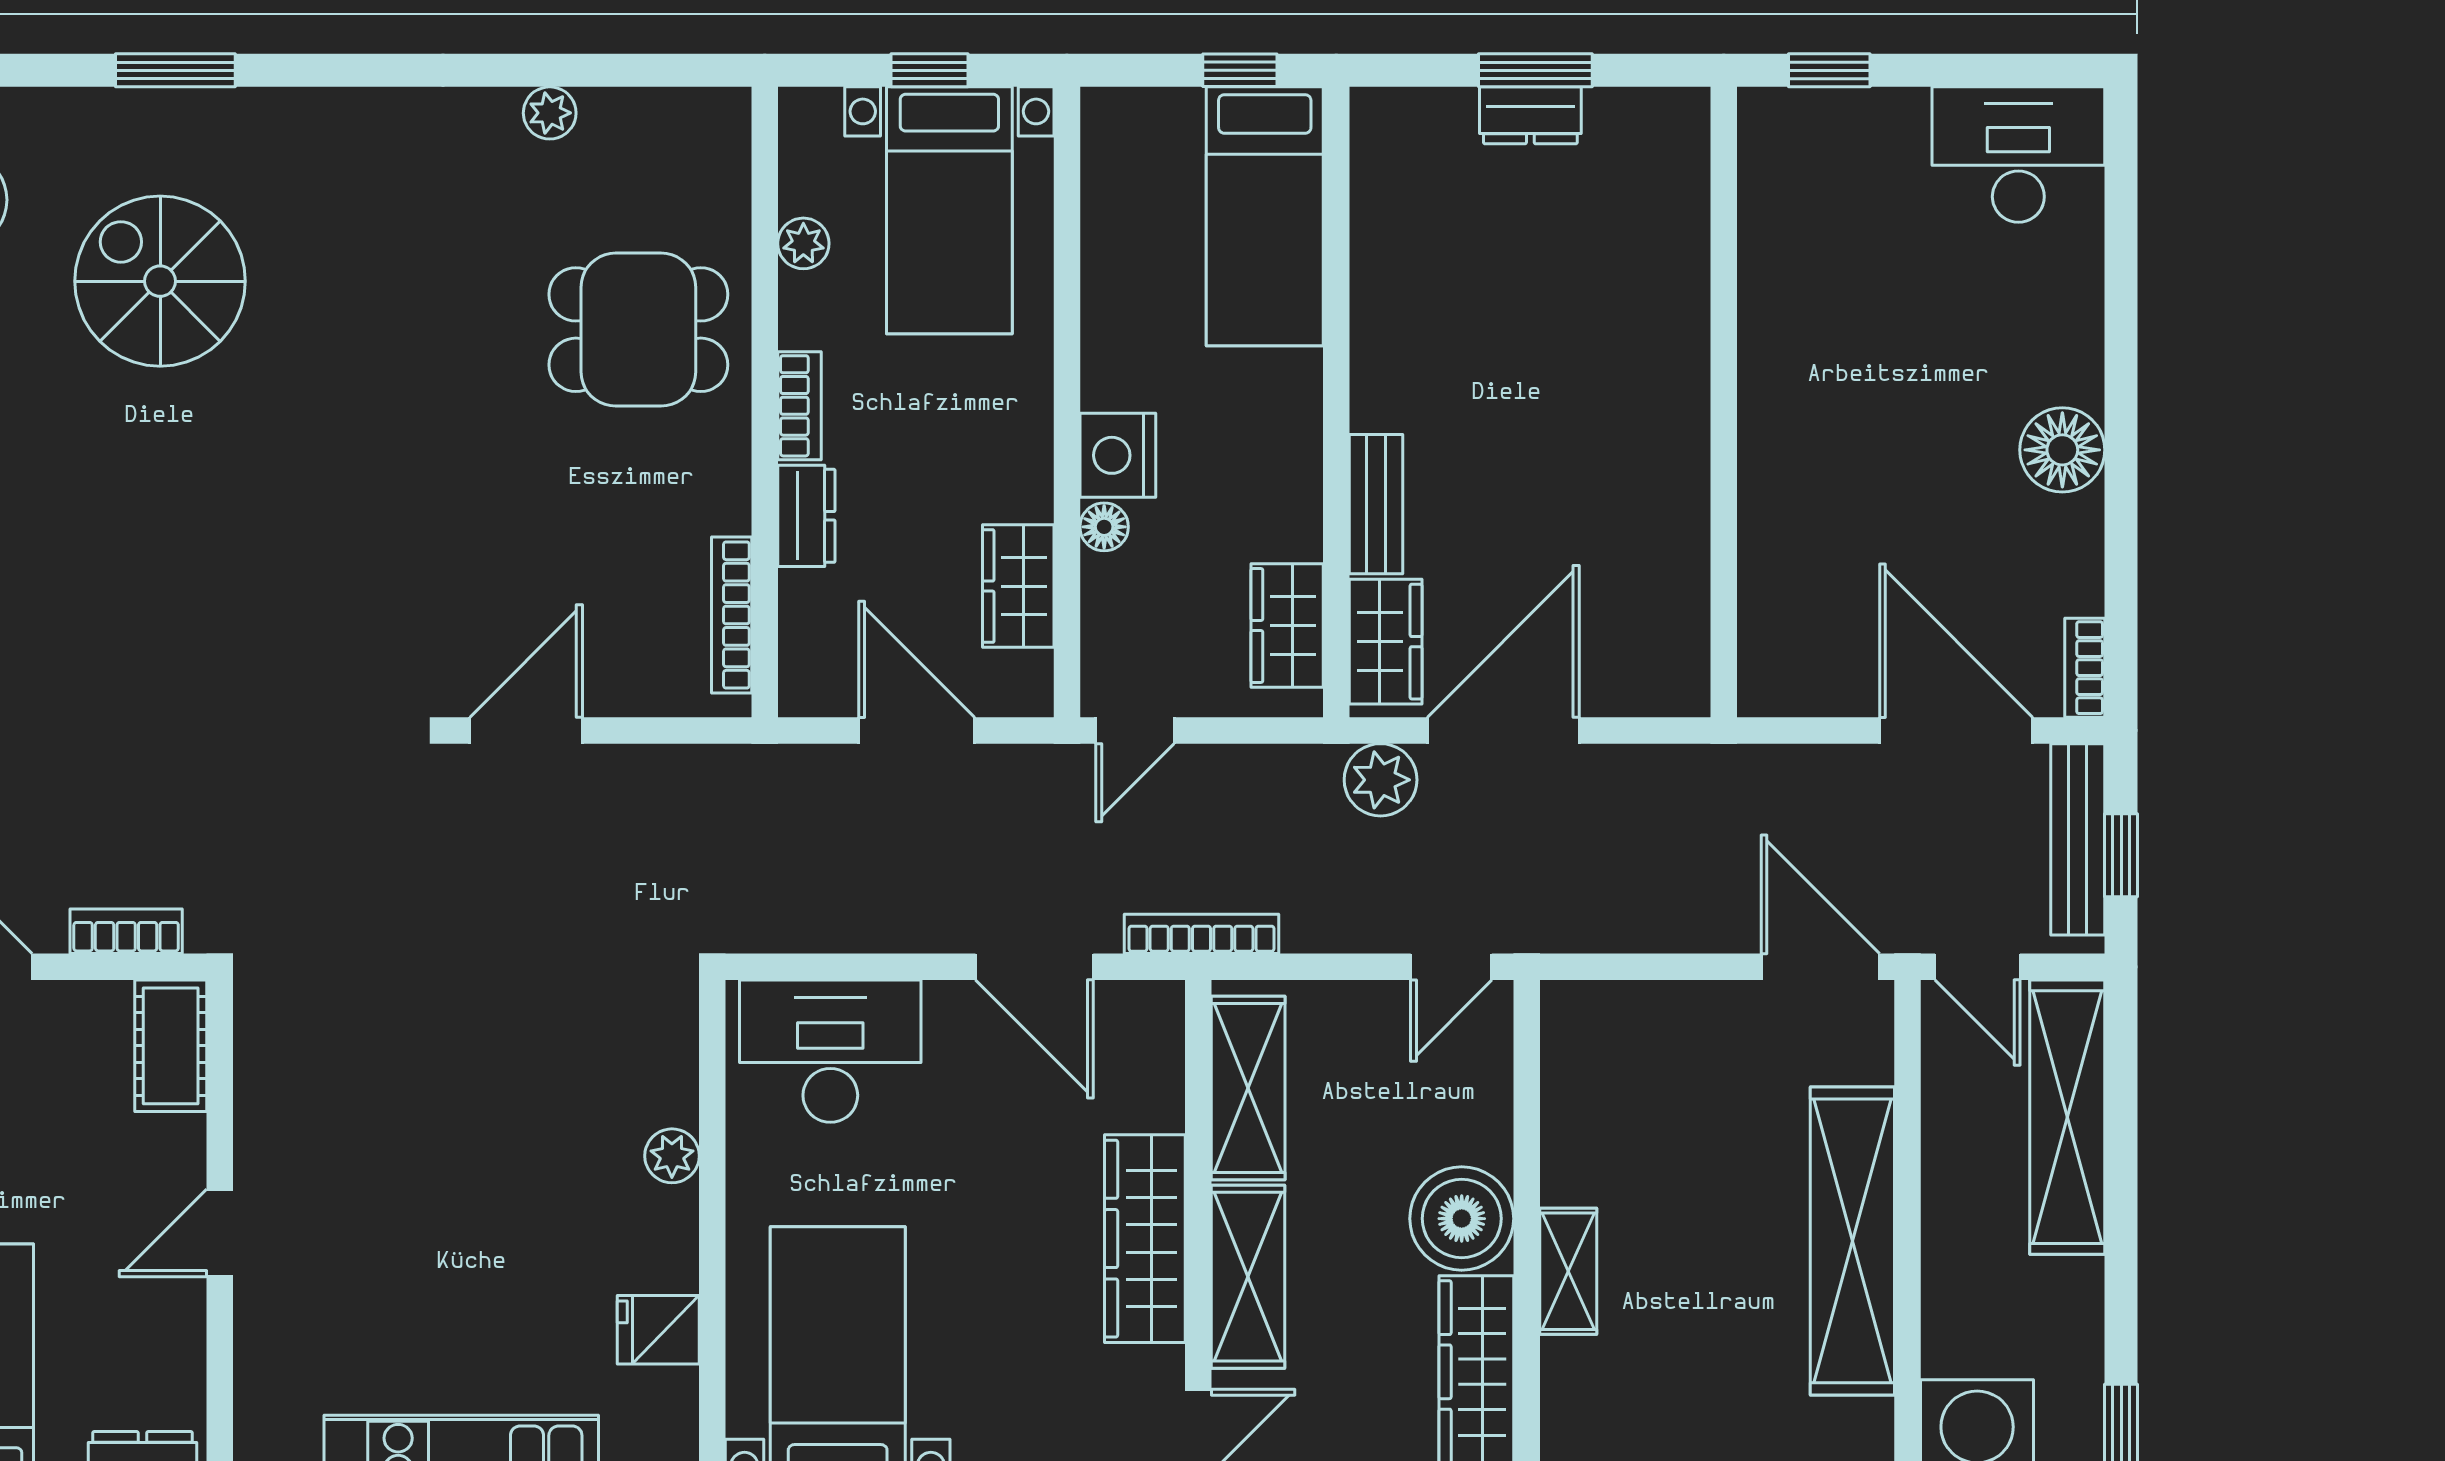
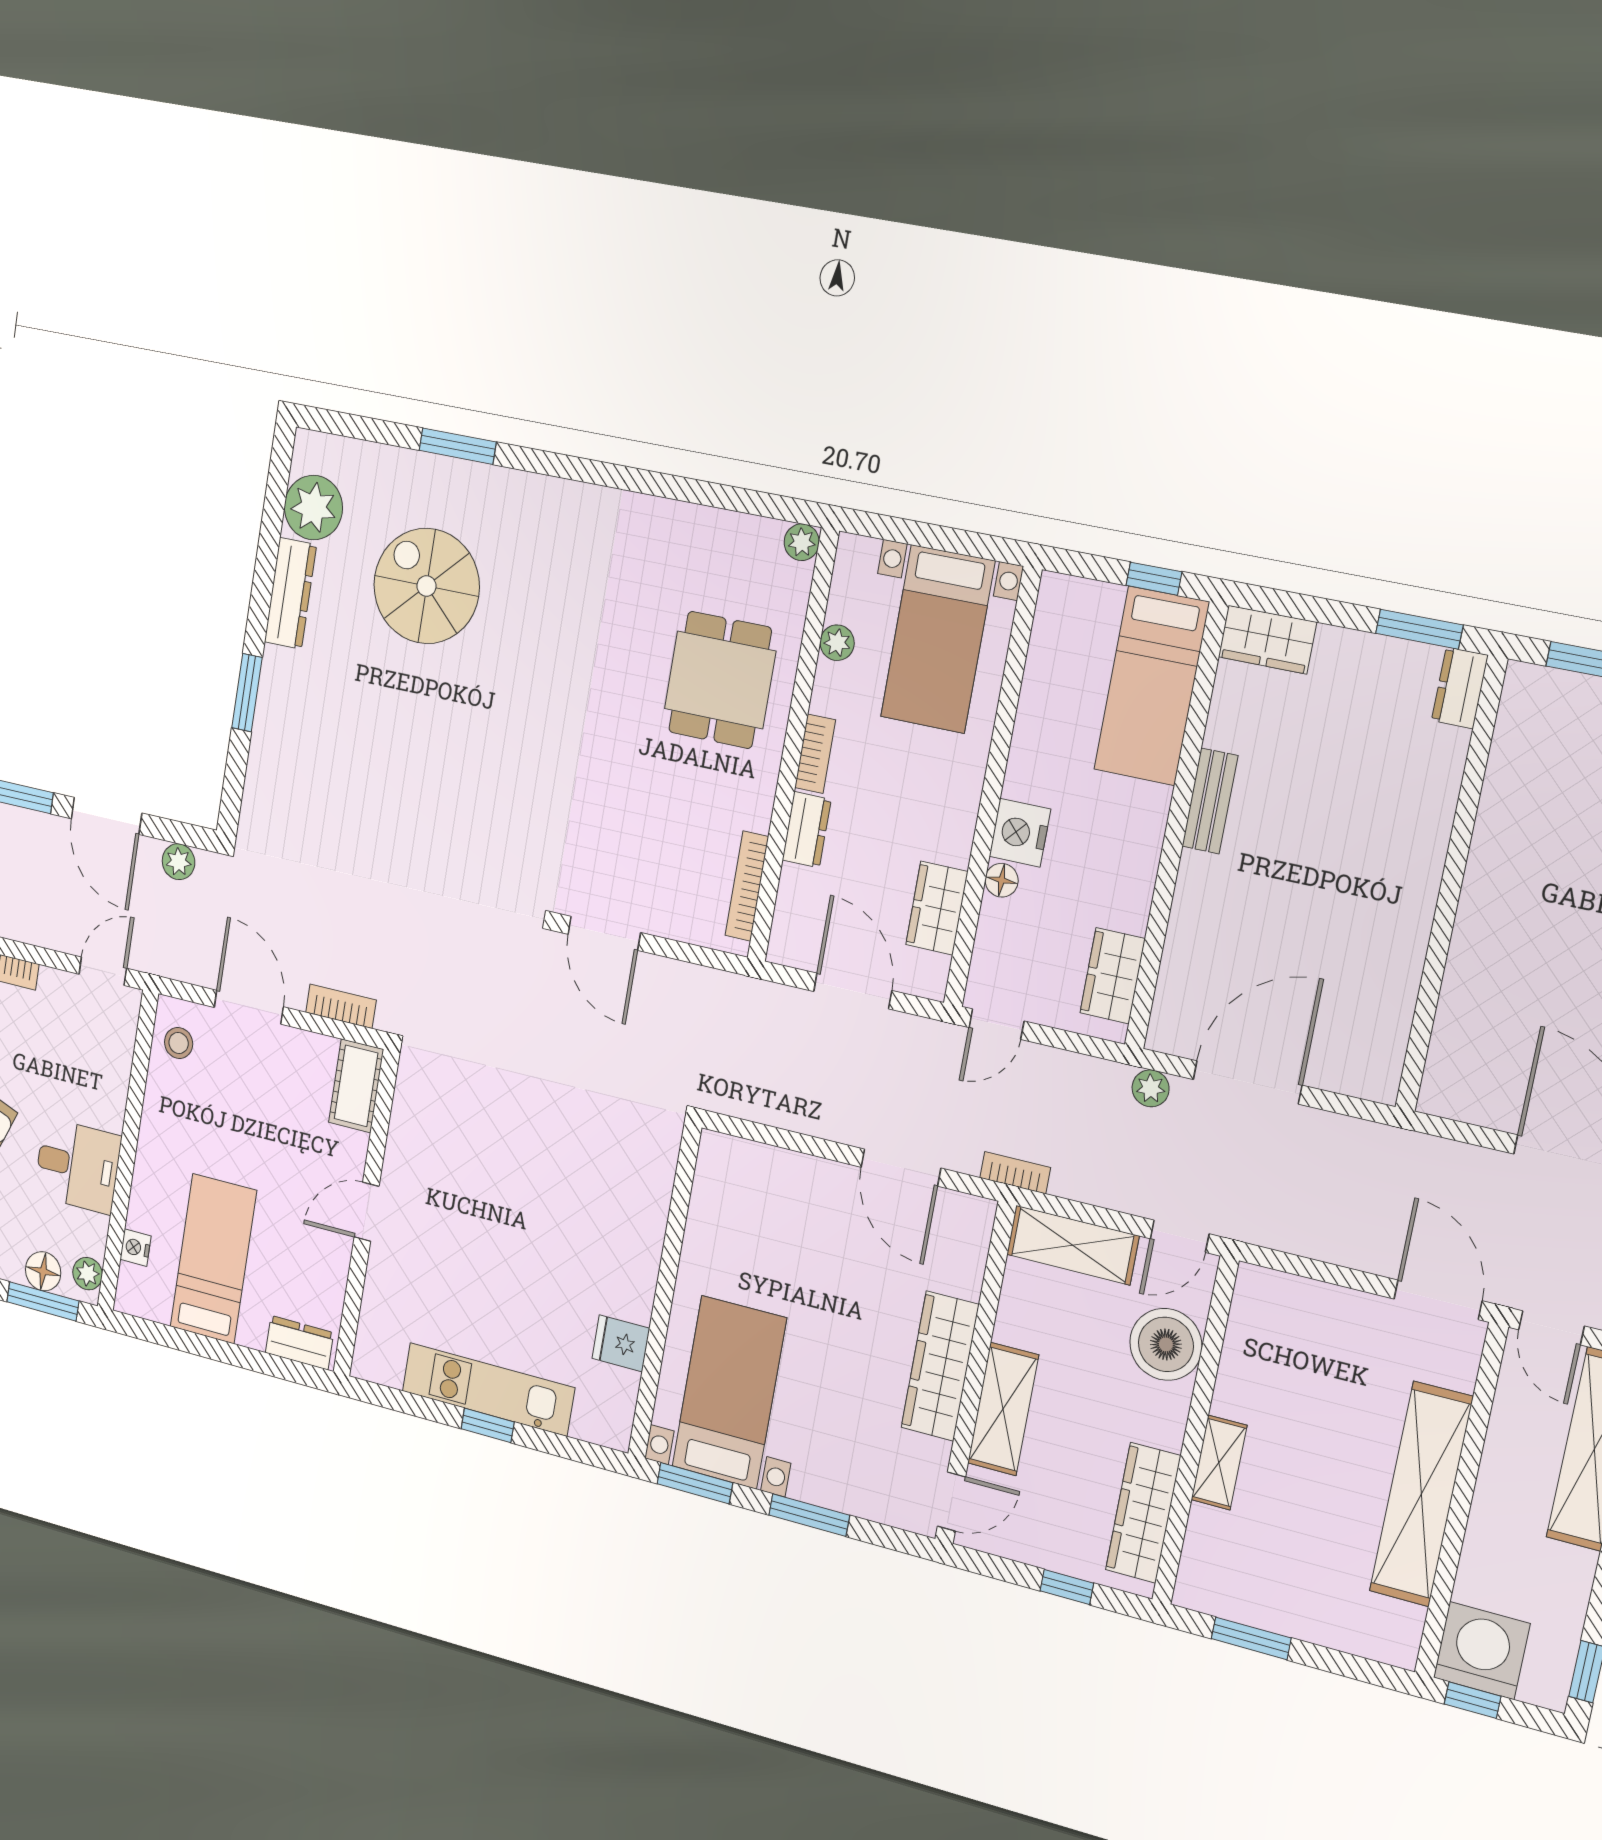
window: (930, 70) -> (942, 538), removed
window: (1535, 70) -> (1419, 629), moved
plant: (550, 113) -> (802, 542), moved
dresser: (1530, 115) -> (1460, 688), moved, turned 90
dining table: (638, 330) -> (720, 680), turned 90
bench: (1376, 504) -> (1210, 801), moved
wardrobe: (1386, 642) -> (1267, 640), moved, turned 90
door: (526, 730) -> (604, 933), swing flipped
plant: (1381, 780) -> (1151, 1088), width x0.73, depth x0.73
bookcase: (1201, 934) -> (1015, 1173), width x0.64
desk: (830, 1051) -> (760, 1191), removed
shelving: (1248, 1088) -> (1073, 1245), moved, turned 90
plant: (672, 1156) -> (648, 1234), removed
boiler: (1462, 1219) -> (1166, 1344), moved

